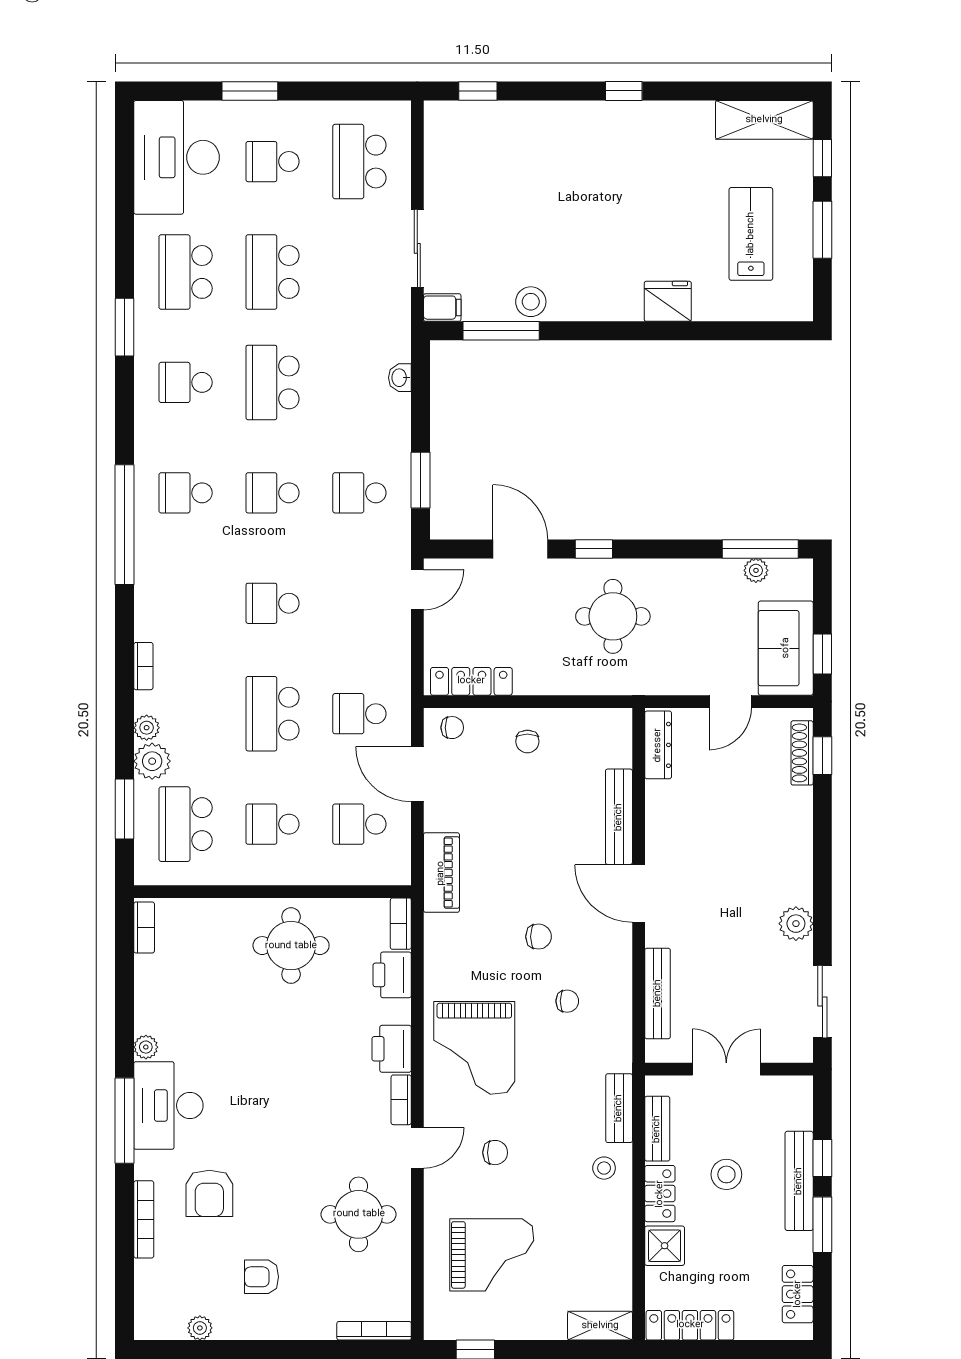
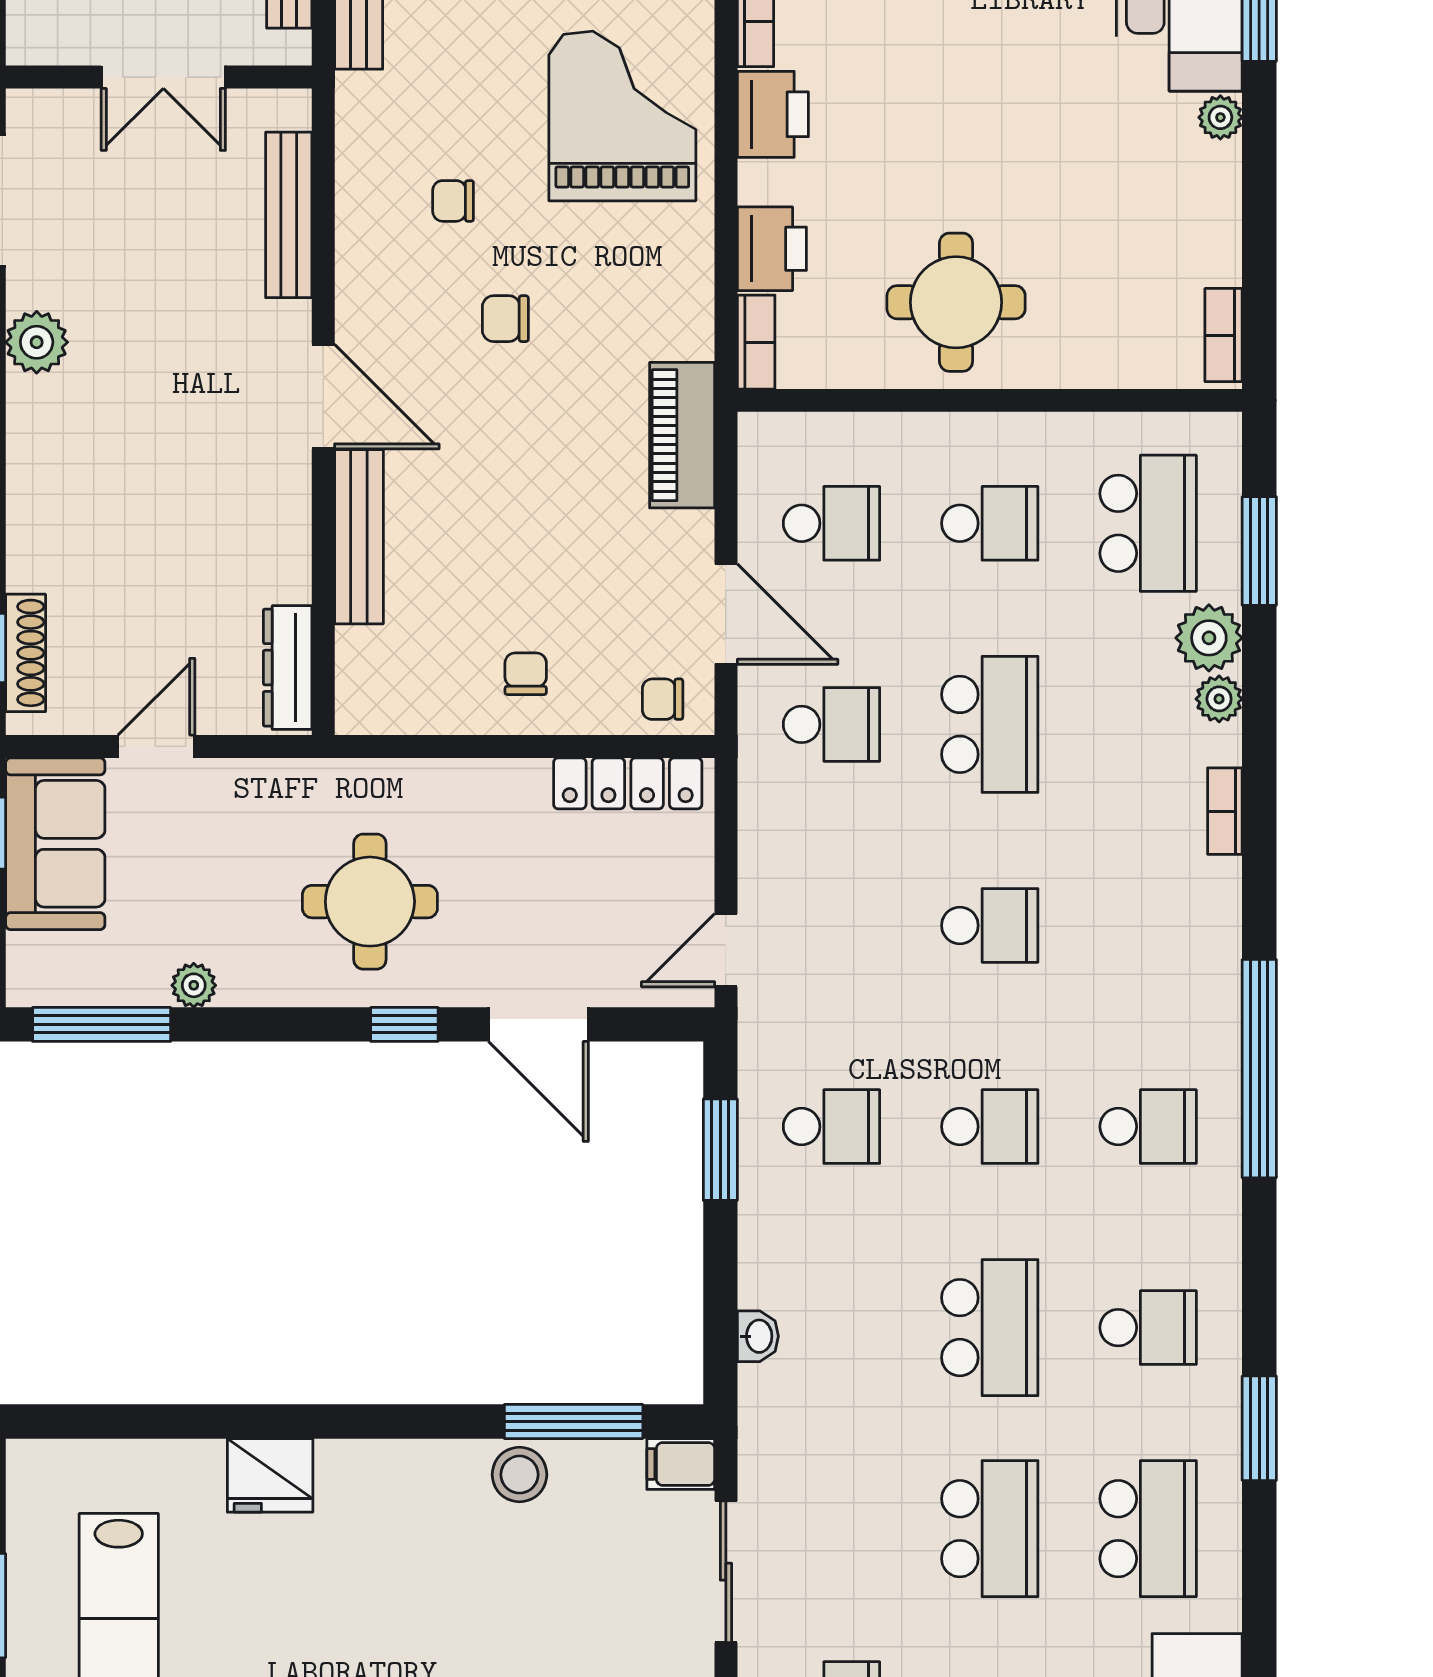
plant: (756, 570) -> (194, 985), moved

